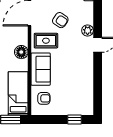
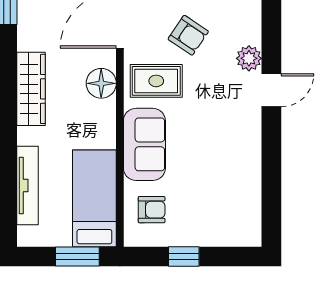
floor lamp: (21, 52) -> (101, 83), moved
window: (75, 119) -> (184, 257), moved

